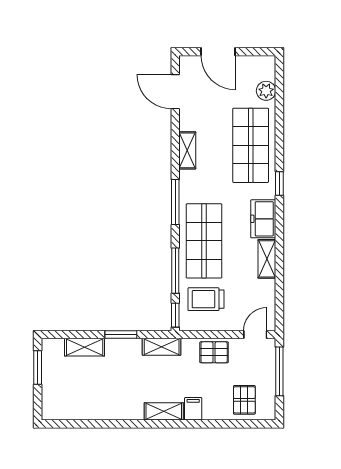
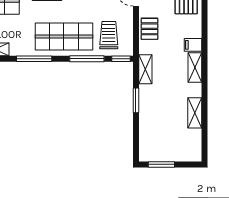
trolley: (206, 299) -> (109, 35), turned 180
shelving: (85, 347) -> (195, 113), moved

